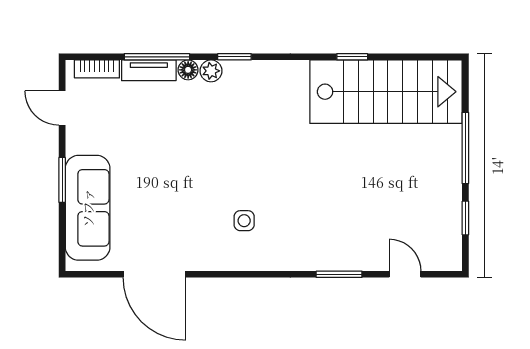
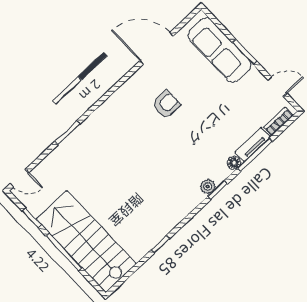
plant: (211, 71) -> (208, 186), moved
stairs: (386, 92) -> (86, 242), moved, turned 90
armchair: (202, 203) -> (166, 104), added
side table: (244, 221) -> (138, 115), removed
door: (405, 274) -> (19, 178), moved

